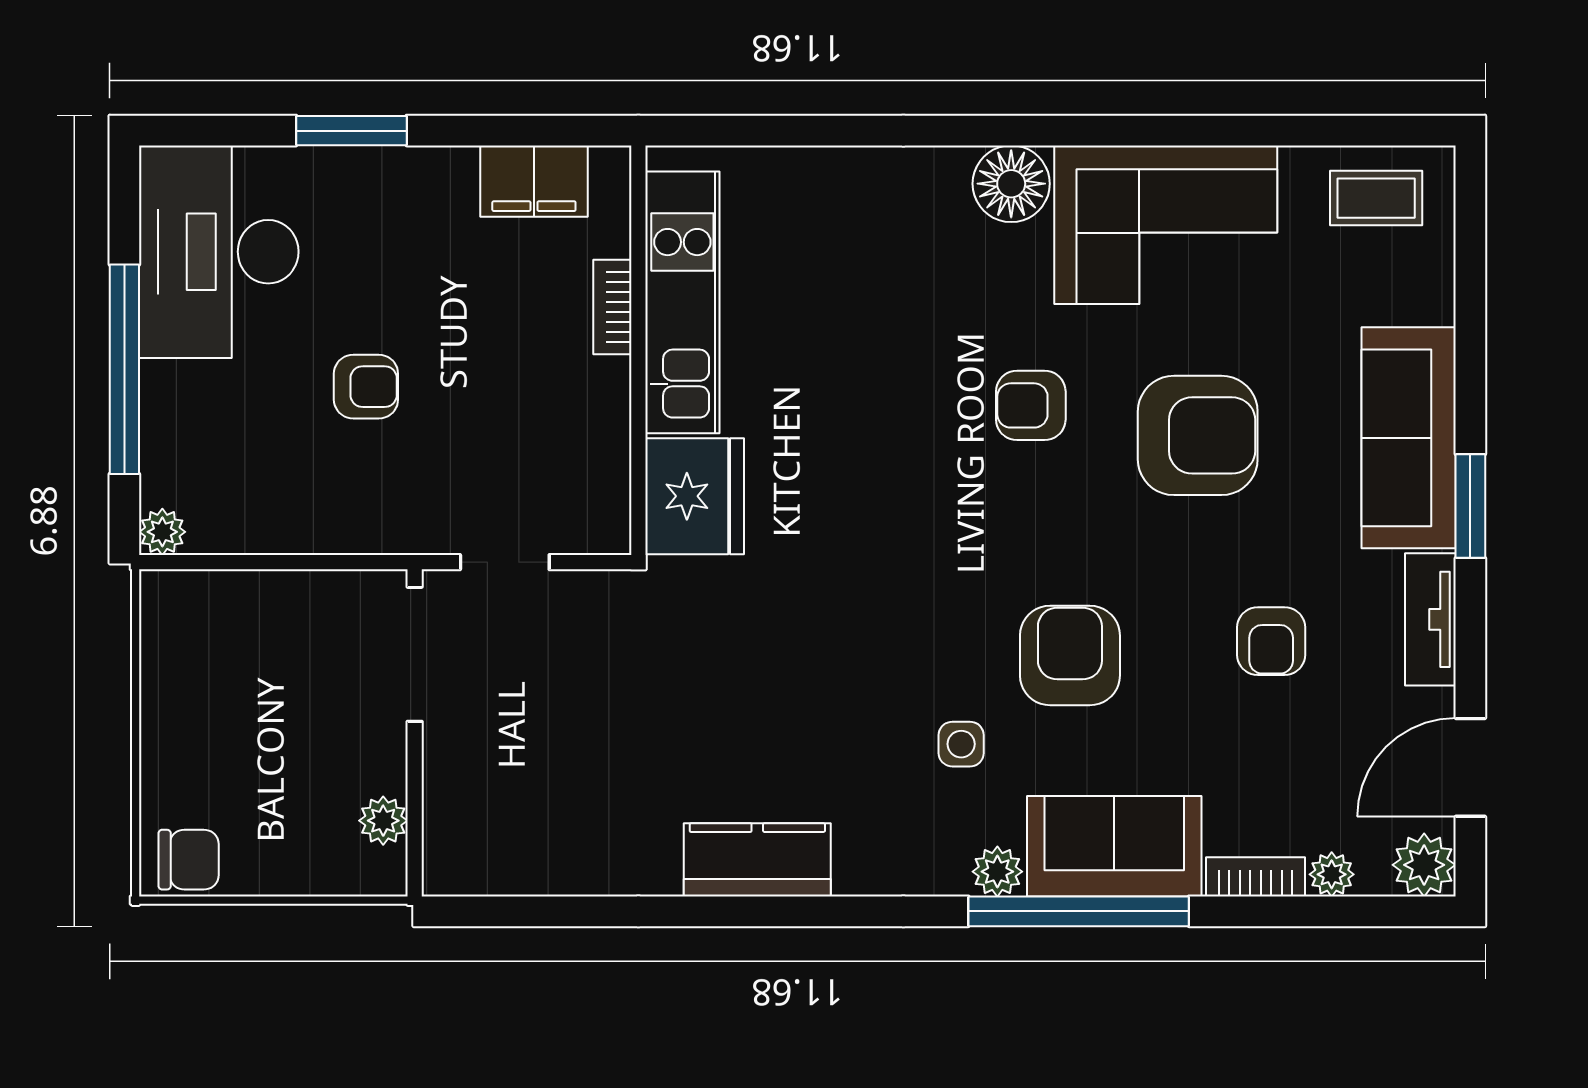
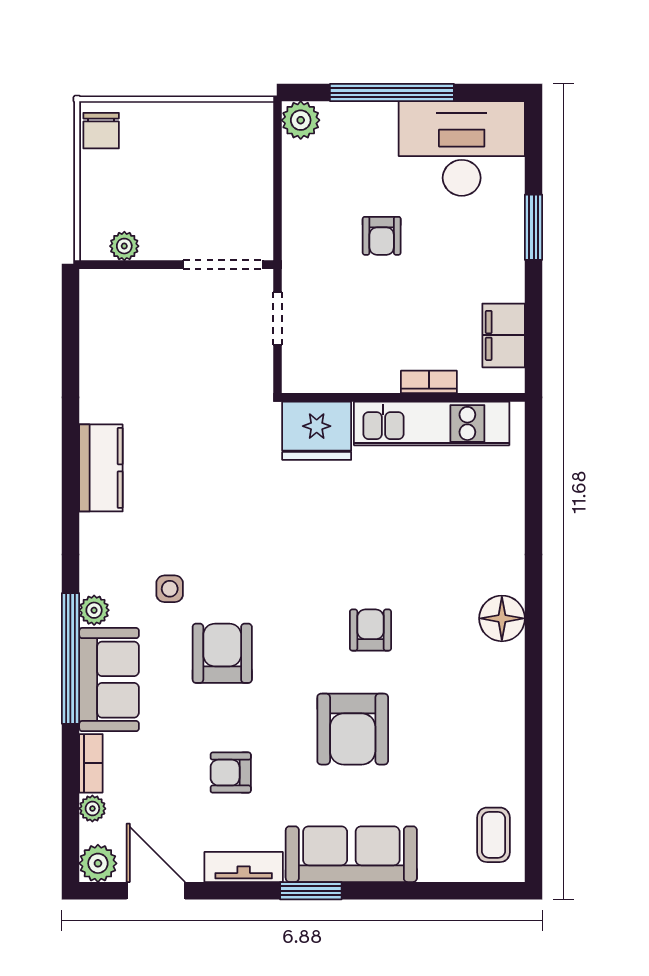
corner sofa: (1166, 225) -> (478, 710), removed
plant: (162, 532) -> (301, 120), width x1.38, depth x1.38
armchair: (1070, 655) -> (222, 653), turned -90

